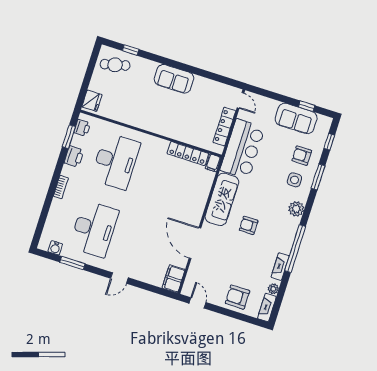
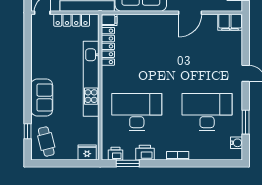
sofa: (174, 79) -> (42, 97), moved
kitchen unit: (162, 127) -> (91, 79), added
door: (195, 243) -> (190, 13), width x0.73

